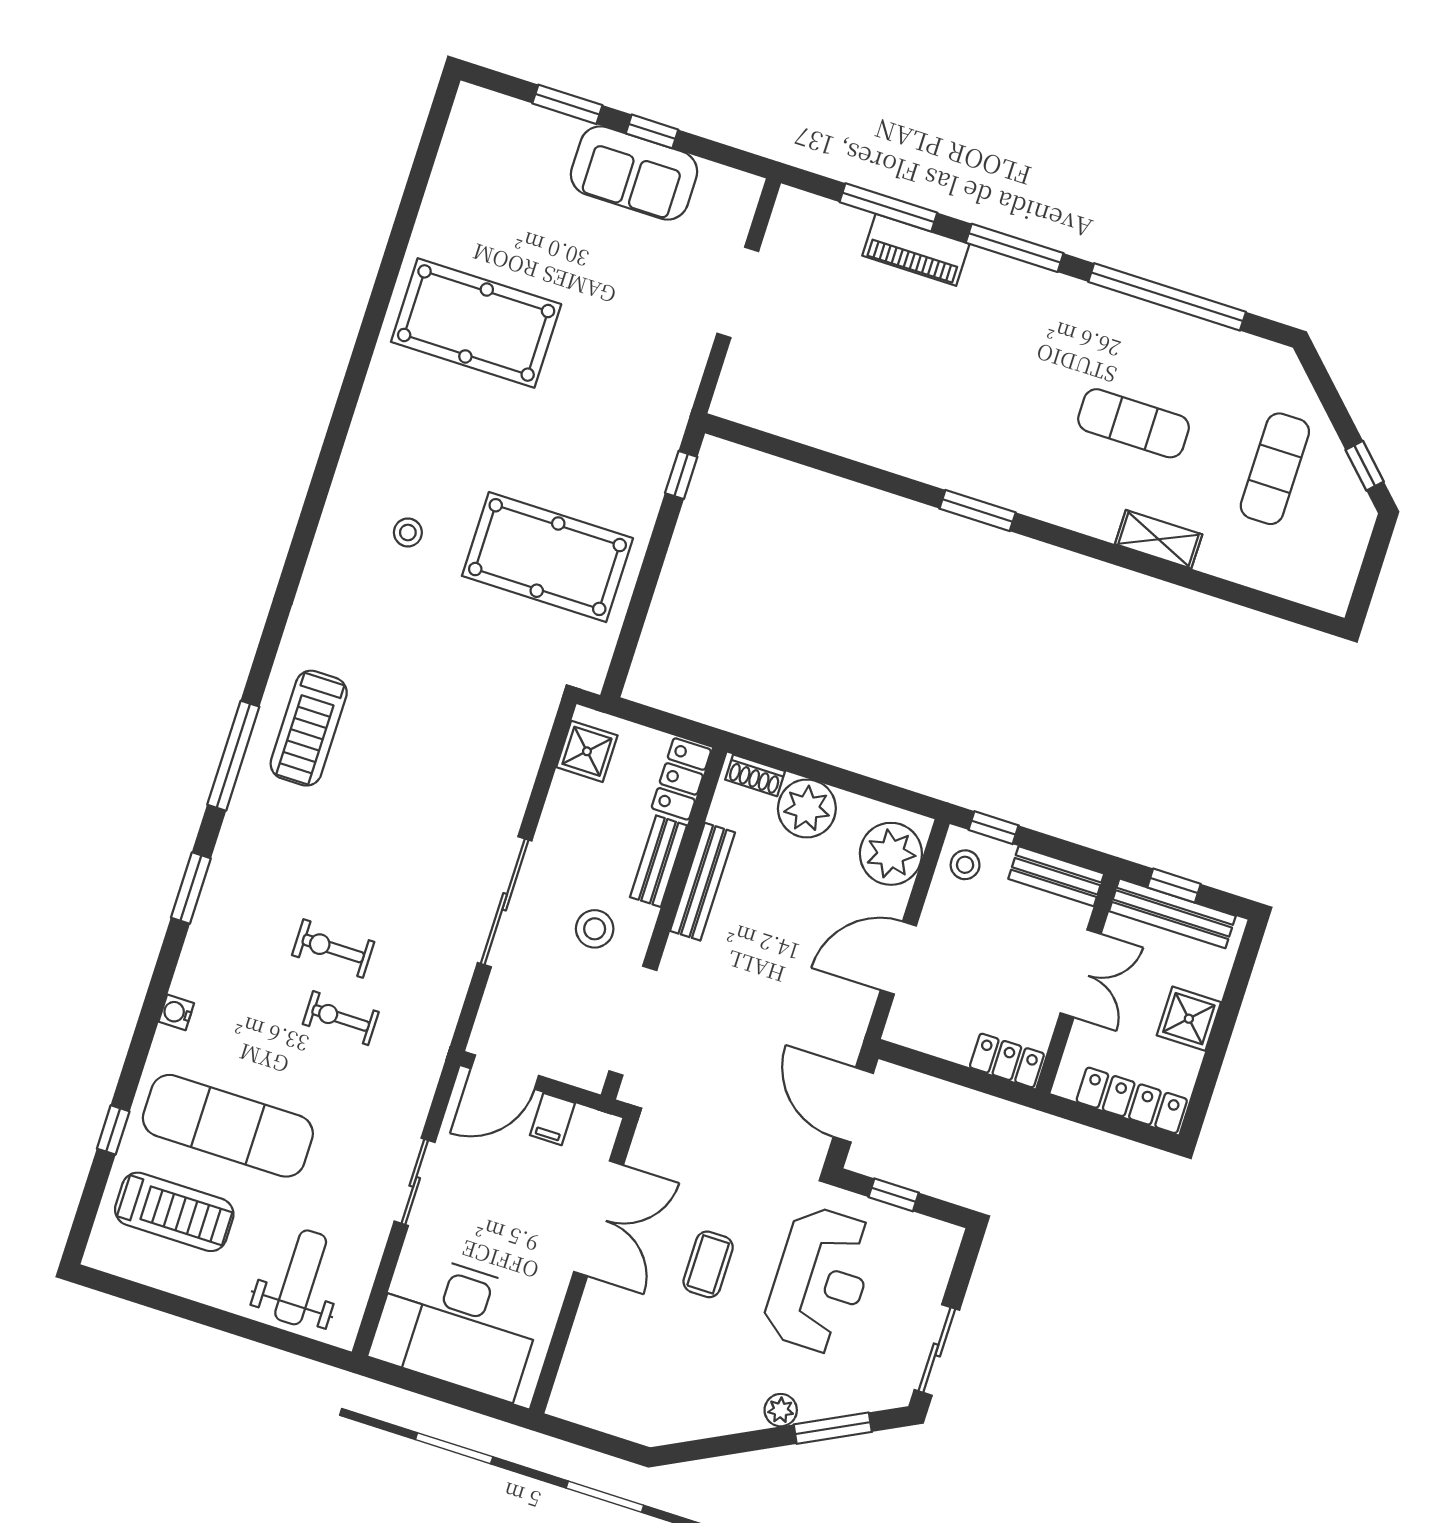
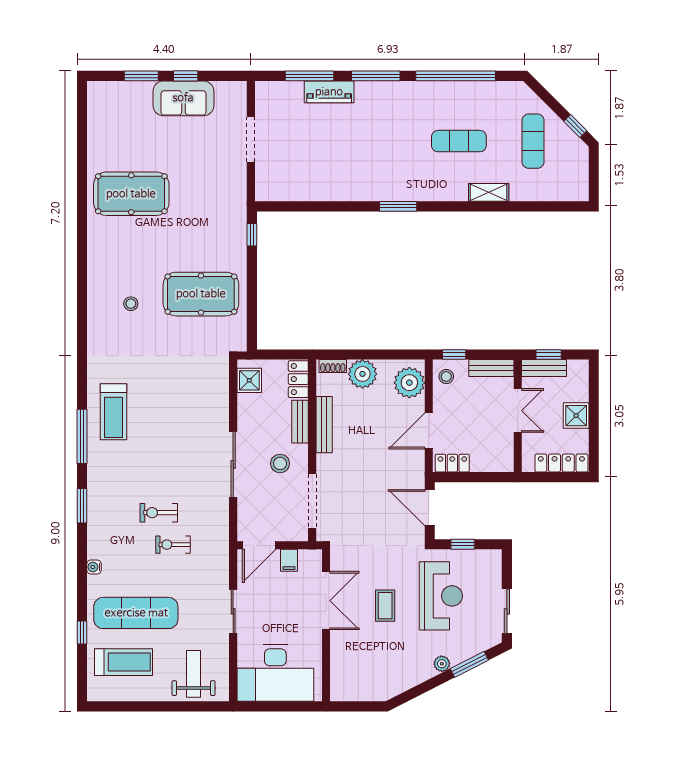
bench: (1172, 913) -> (544, 368), width x0.73
locker: (1007, 1060) -> (452, 463), moved

